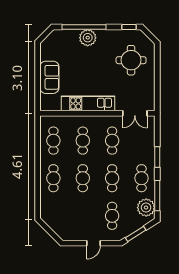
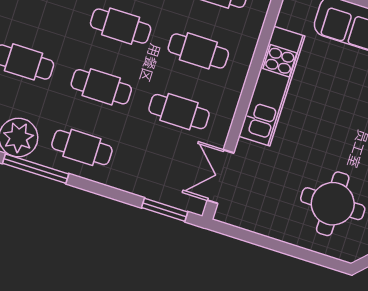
window: (157, 157) -> (165, 210), moved

